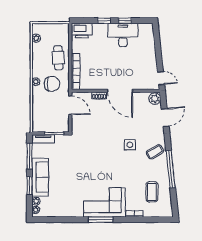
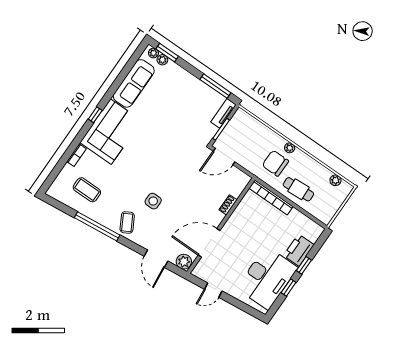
printer: (82, 31) -> (299, 250), moved
desk: (123, 35) -> (267, 278), width x1.36, depth x1.30
door: (161, 78) -> (213, 290), moved
chair: (52, 84) -> (275, 163), turned 90
door: (120, 91) -> (209, 243), moved
door: (70, 105) -> (224, 156), moved
sofa: (40, 177) -> (134, 83), moved, turned -90
window: (29, 186) -> (167, 53), moved
window: (101, 220) -> (95, 115), width x0.46

